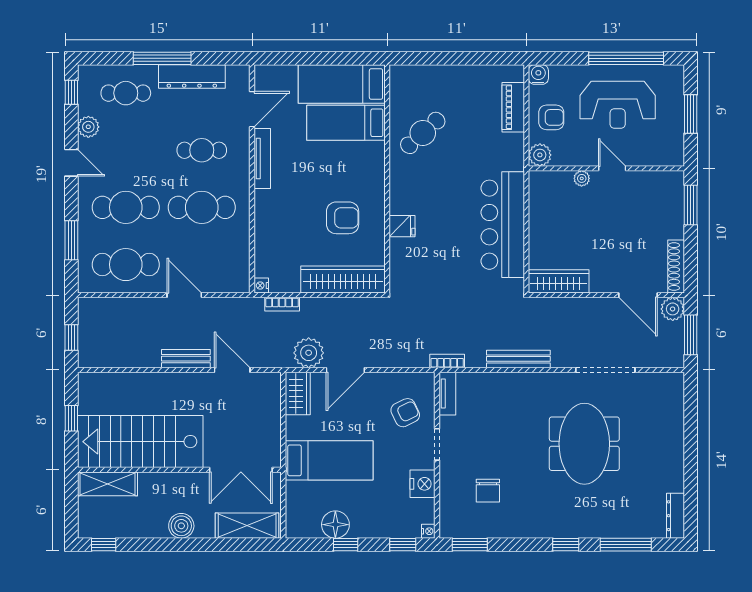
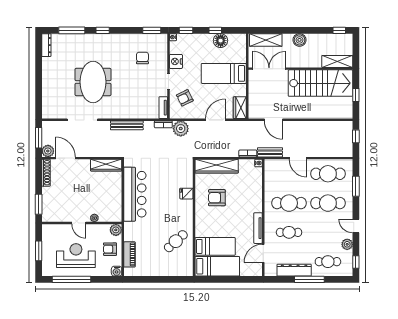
plant: (309, 353) -> (181, 129), moved
bench: (186, 359) -> (270, 152), moved

